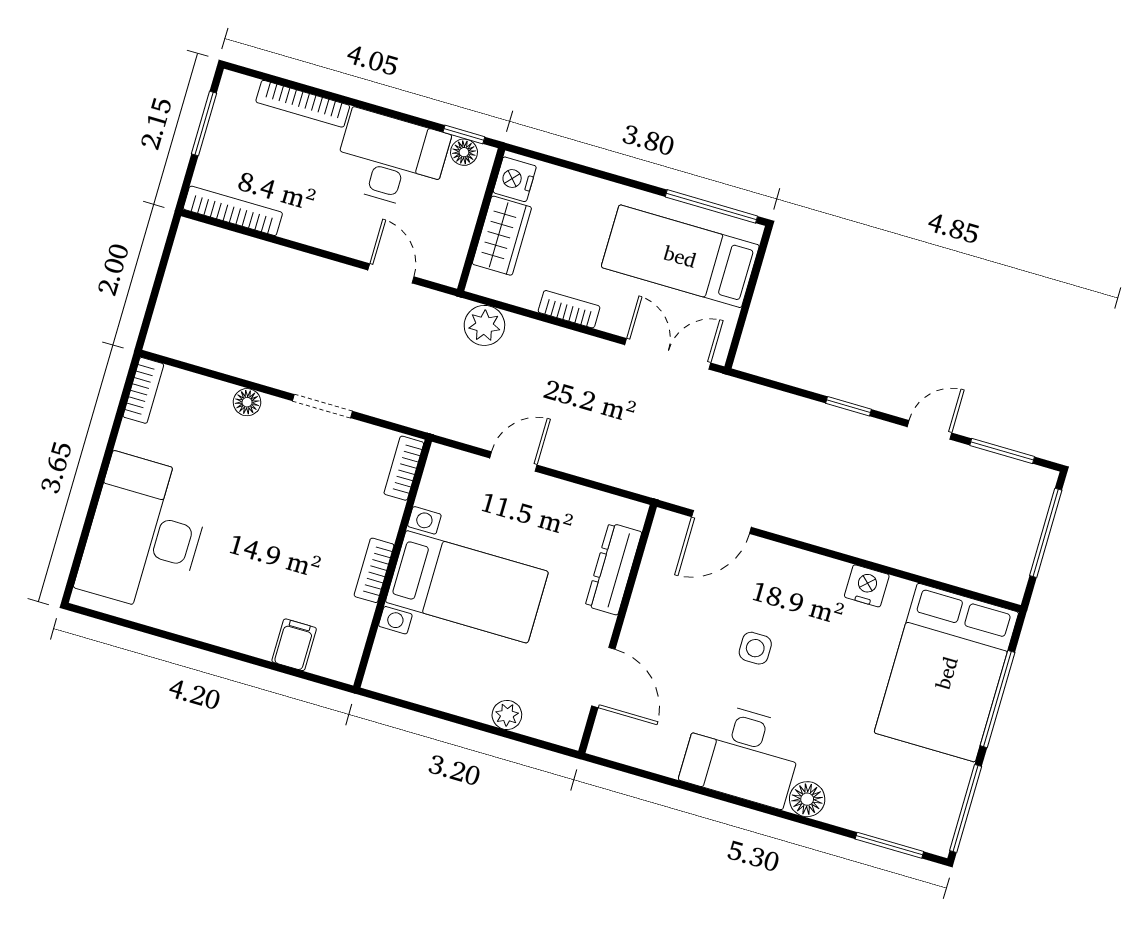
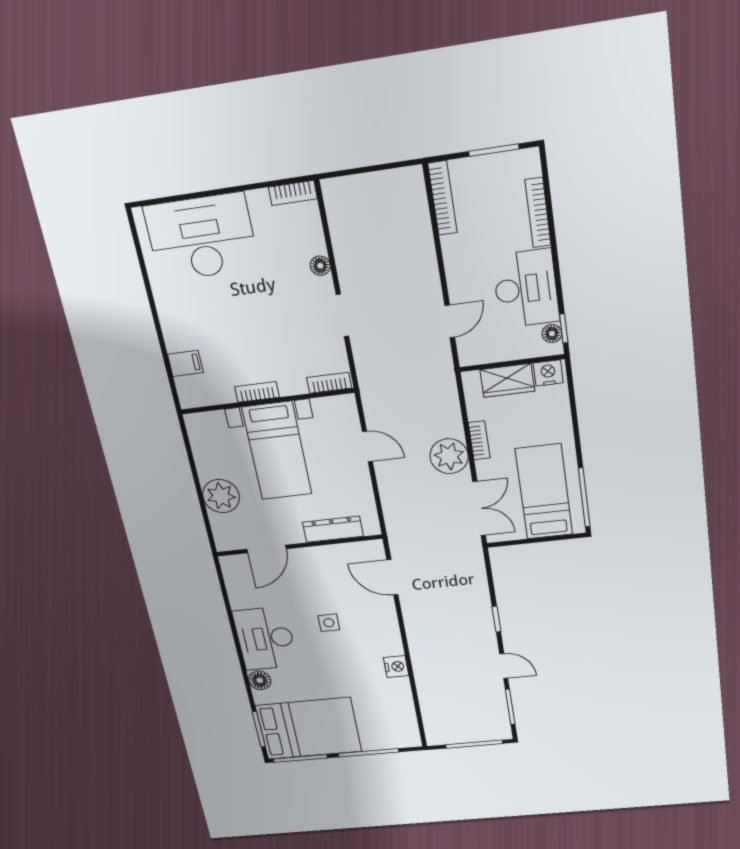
plant: (484, 325) -> (449, 456), moved, width x1.36, depth x1.36
bed: (946, 673) -> (309, 728), moved, turned 180
plant: (507, 715) -> (221, 496), width x1.88, depth x1.88

